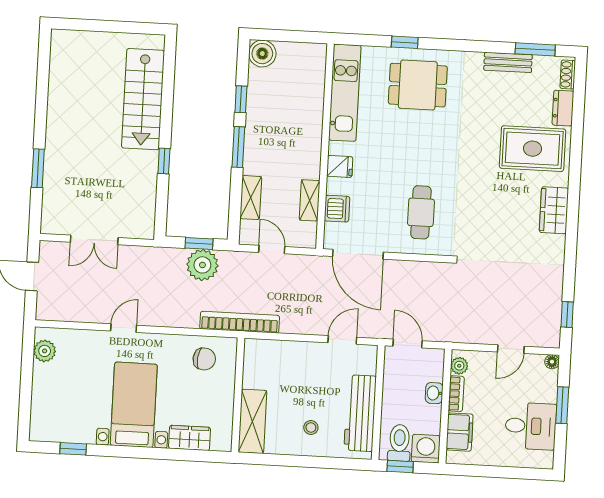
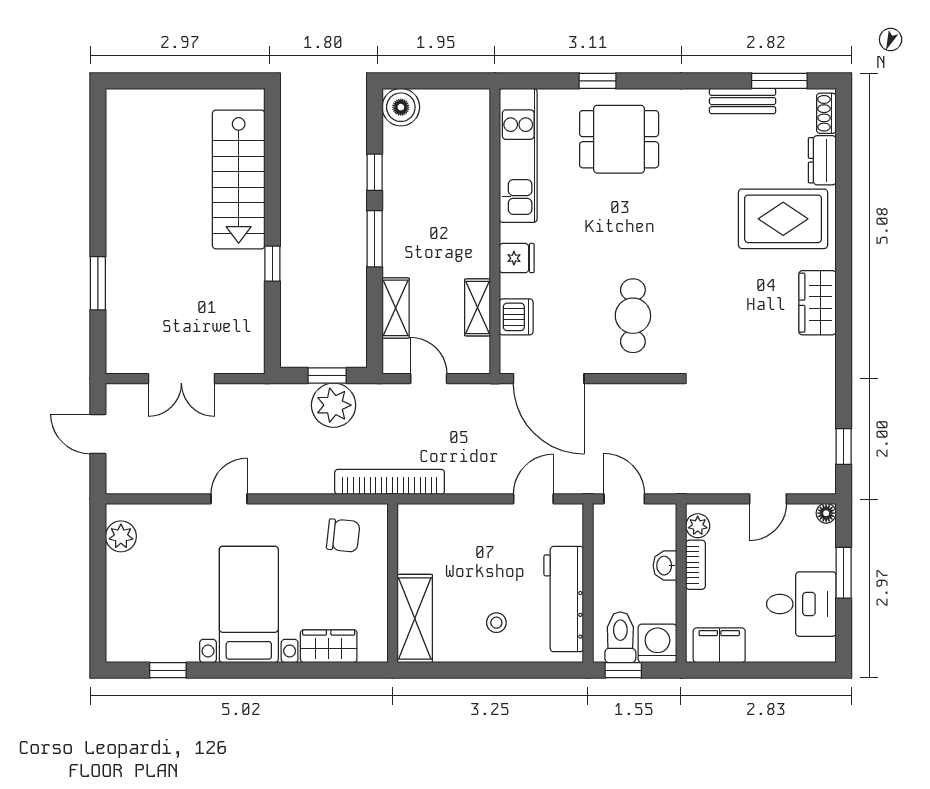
filing cabinet: (460, 432) -> (719, 645), moved, turned -90

